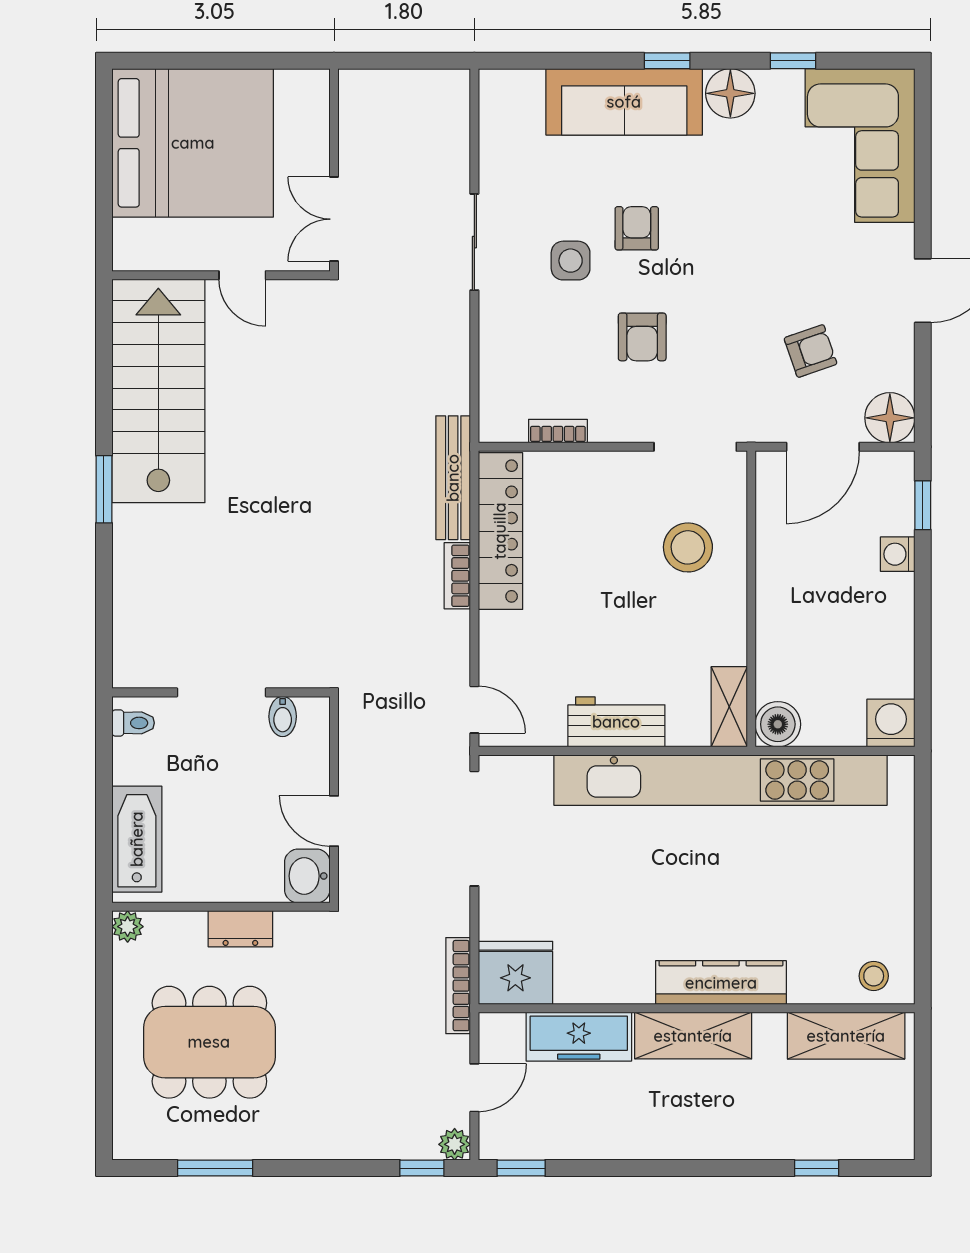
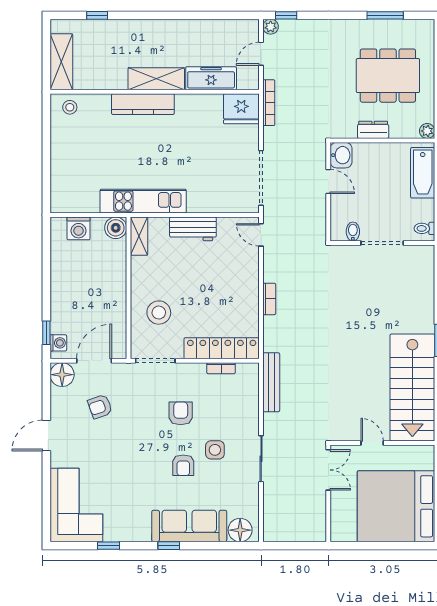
floor lamp: (730, 93) -> (240, 530), moved
bench: (453, 478) -> (271, 382), moved
locker: (500, 531) -> (222, 348), moved, turned 90
washing machine: (898, 554) -> (58, 343), moved
washing machine: (891, 723) -> (79, 228), moved
kitchen unit: (721, 780) -> (143, 201), width x0.54
shelving: (846, 1036) -> (61, 62), moved, turned 90
window: (521, 1168) -> (239, 15), removed

